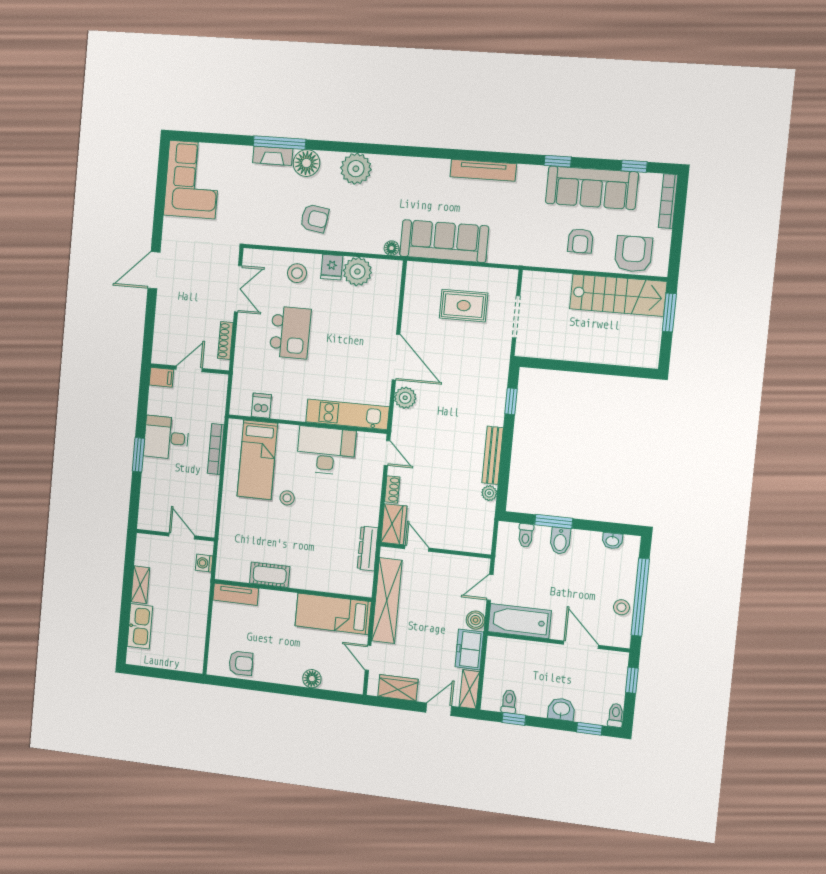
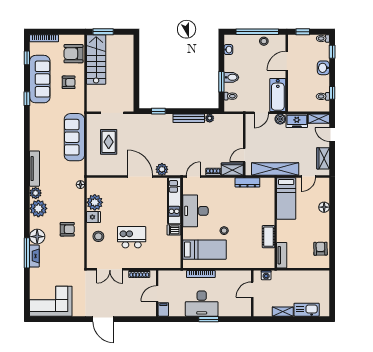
plant: (384, 165) -> (36, 193), added
tv unit: (483, 170) -> (34, 169), moved
armchair: (314, 218) -> (67, 229), turned 81
sofa: (444, 241) -> (74, 137), moved
double door: (238, 289) -> (110, 269), swing flipped
door: (396, 357) -> (140, 177), hinge flipped
door: (189, 369) -> (157, 294), hinge flipped
dishwasher: (261, 406) -> (174, 230), moved
desk: (166, 438) -> (202, 304), width x1.37
door: (490, 587) -> (261, 113), hinge flipped

